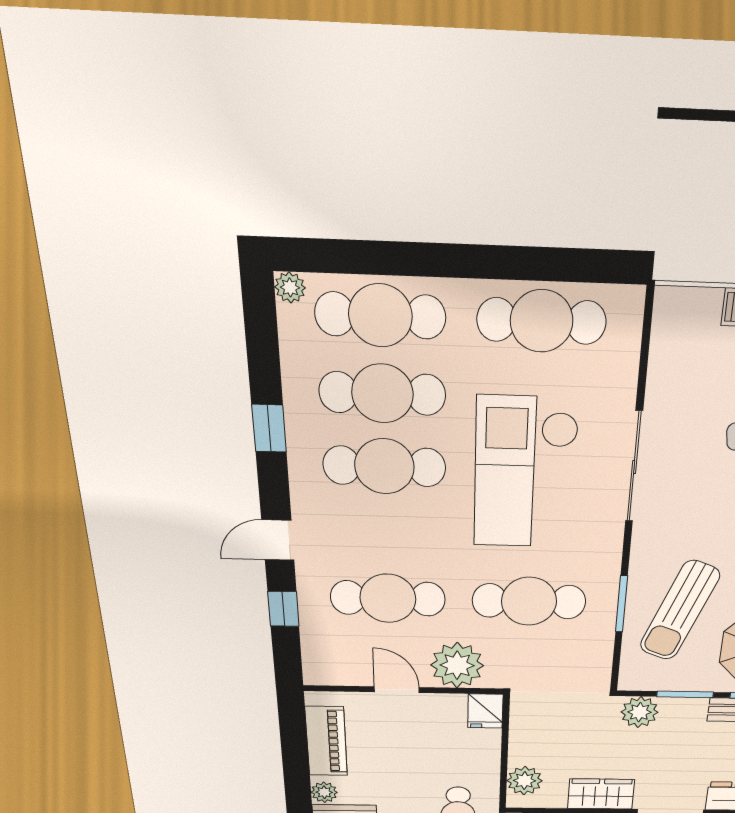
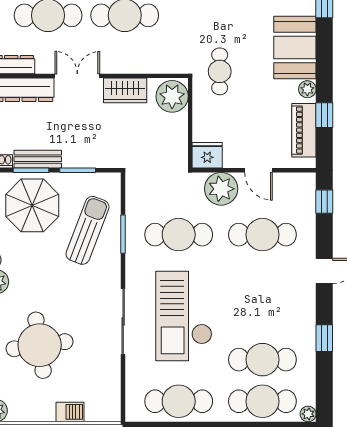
cafe table: (384, 466) -> (262, 318), removed
checkout: (525, 473) -> (184, 316), turned 180
window: (283, 609) -> (324, 202), moved
fridge: (485, 711) -> (207, 155), width x1.38
plant: (640, 712) -> (105, 156), removed
window: (295, 760) -> (324, 115), added
plant: (524, 781) -> (172, 96), width x1.36, depth x1.36

